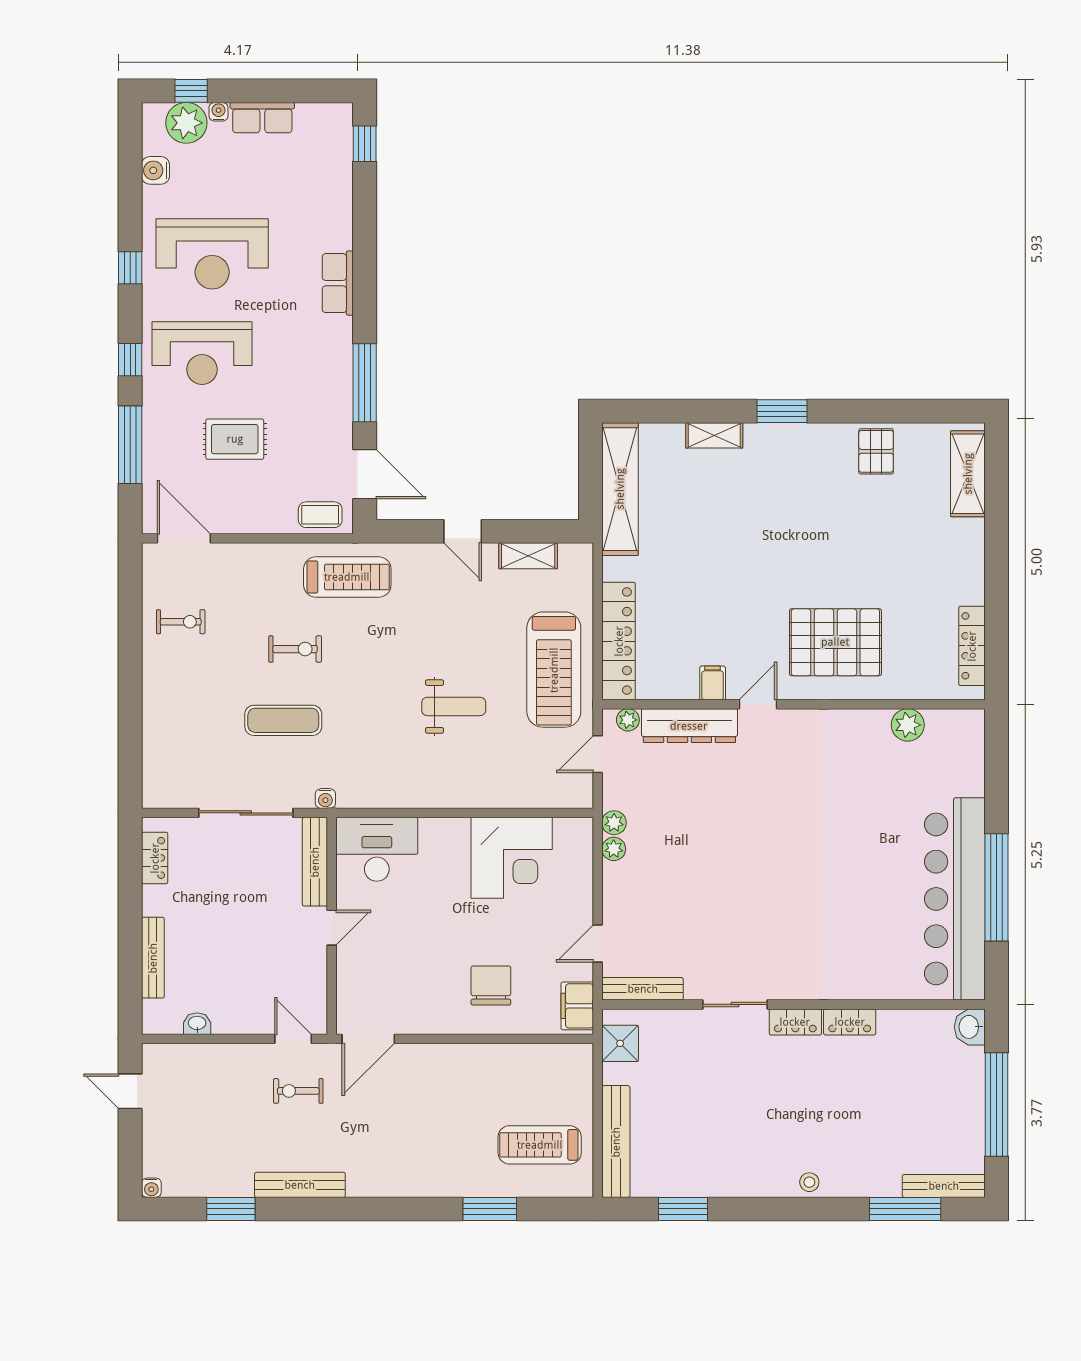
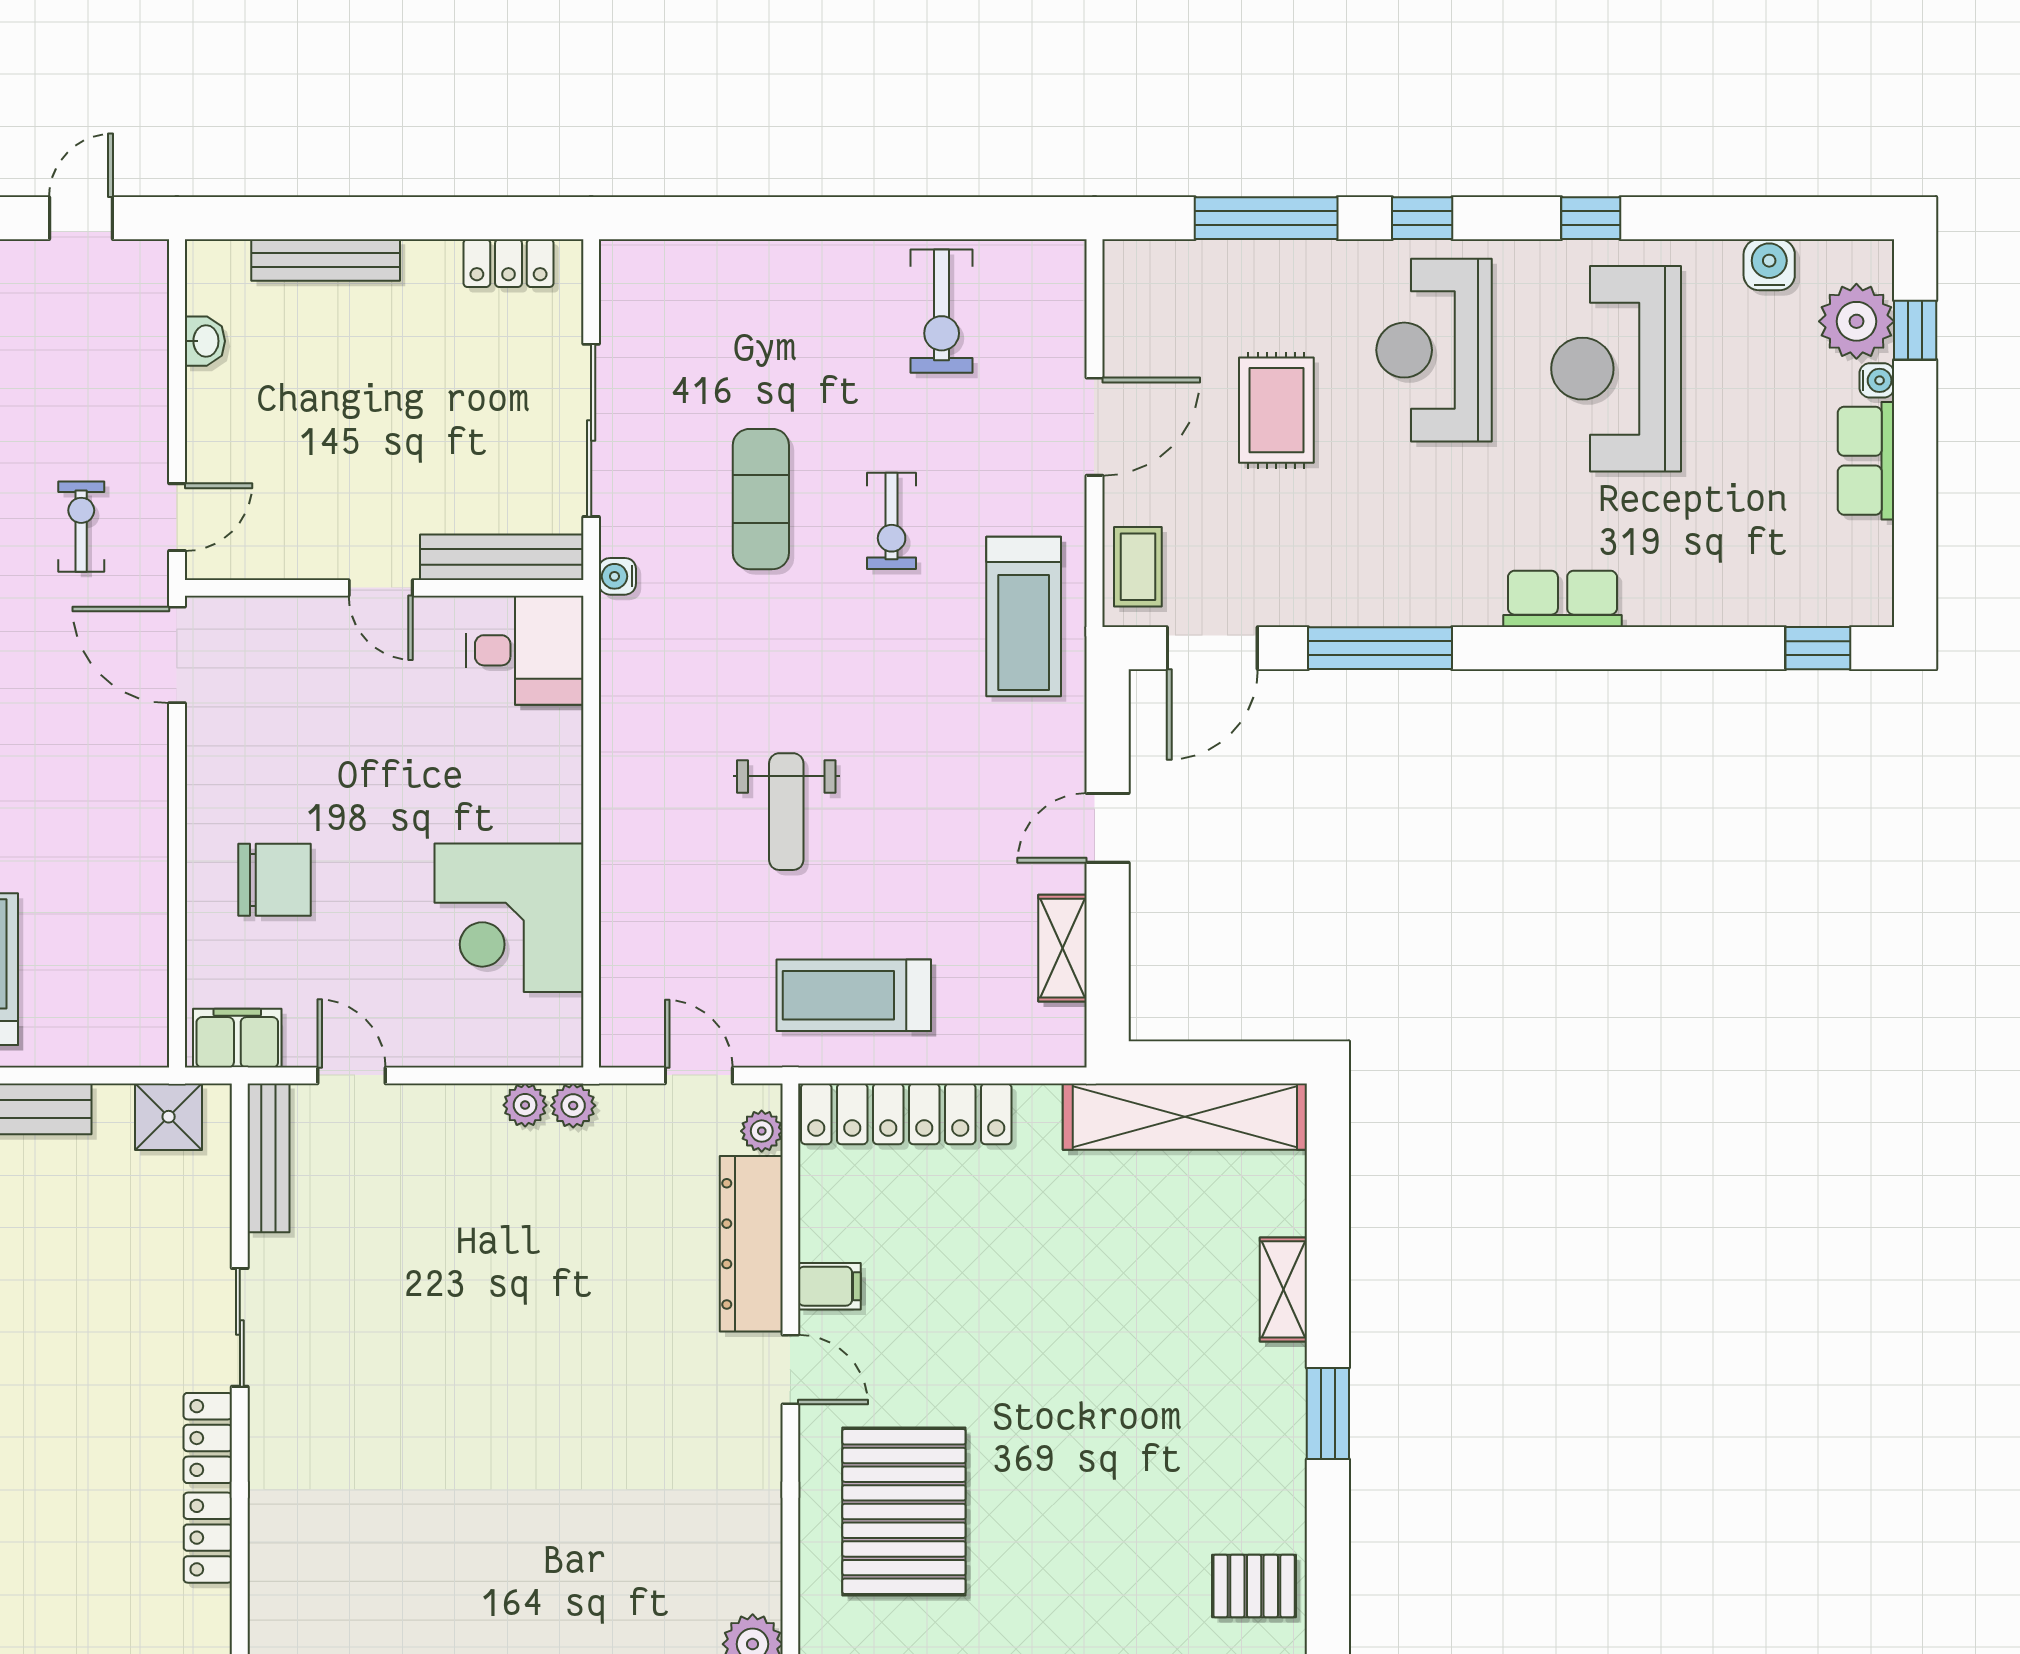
door: (184, 538) -> (1094, 427), moved
exercise bike: (181, 622) -> (942, 311), width x1.38, depth x1.39
treadmill: (554, 670) -> (854, 995), width x0.73, depth x0.73
desk: (377, 849) -> (524, 650), width x0.73

